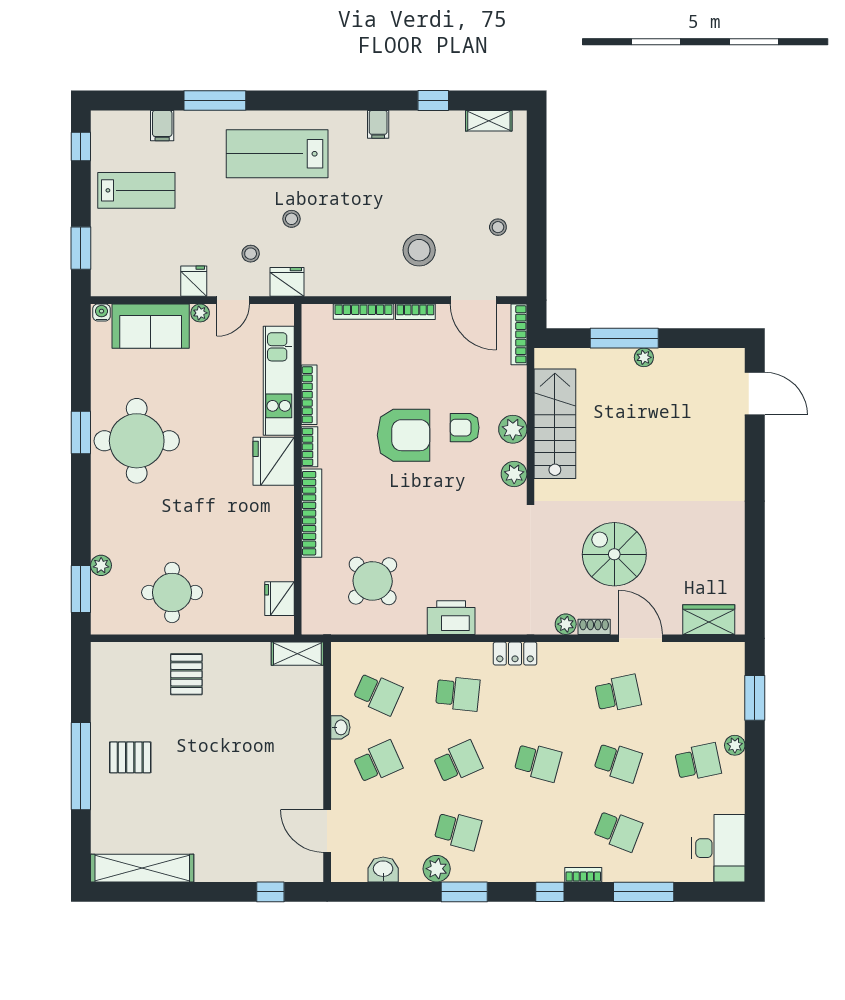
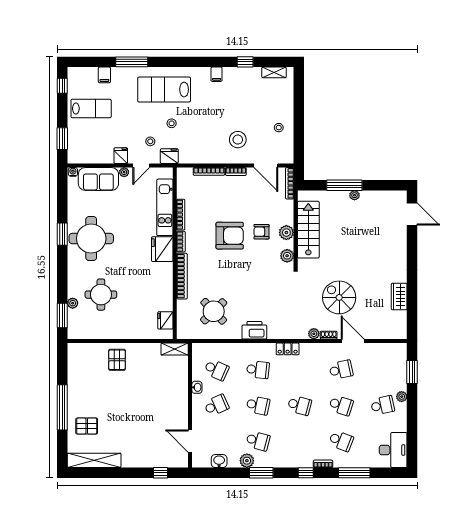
round table: (172, 592) -> (101, 295), moved
wardrobe: (709, 620) -> (399, 296), moved, turned -90
pallet: (130, 757) -> (87, 426), moved
school desk: (458, 762) -> (258, 405), turned 36

